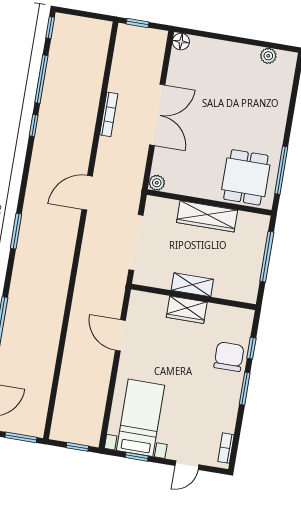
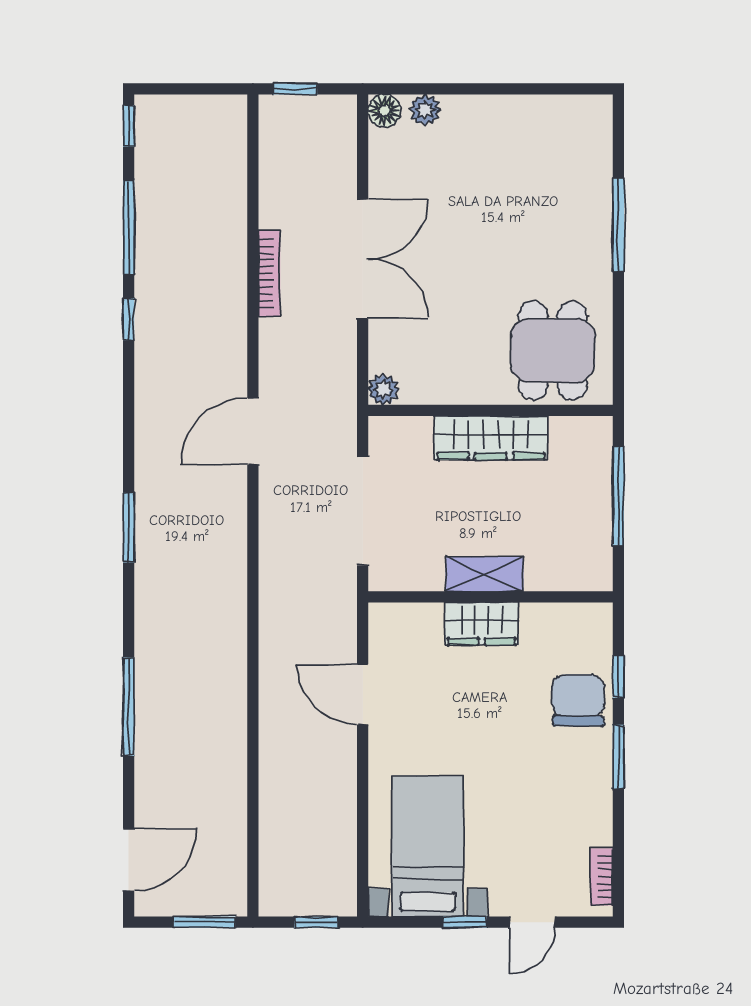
plant: (268, 56) -> (425, 110), moved
window: (281, 170) -> (618, 225), moved
window: (137, 457) -> (465, 922), moved

